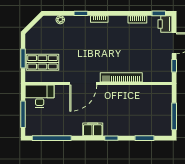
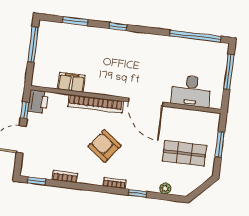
printer: (165, 24) -> (38, 101), moved
armchair: (110, 46) -> (105, 146), added
shop shelf: (42, 62) -> (184, 153), moved
door: (83, 83) -> (146, 102), swing flipped
desk: (40, 96) -> (191, 91), moved
filing cabinet: (93, 129) -> (71, 82), moved, turned 180

